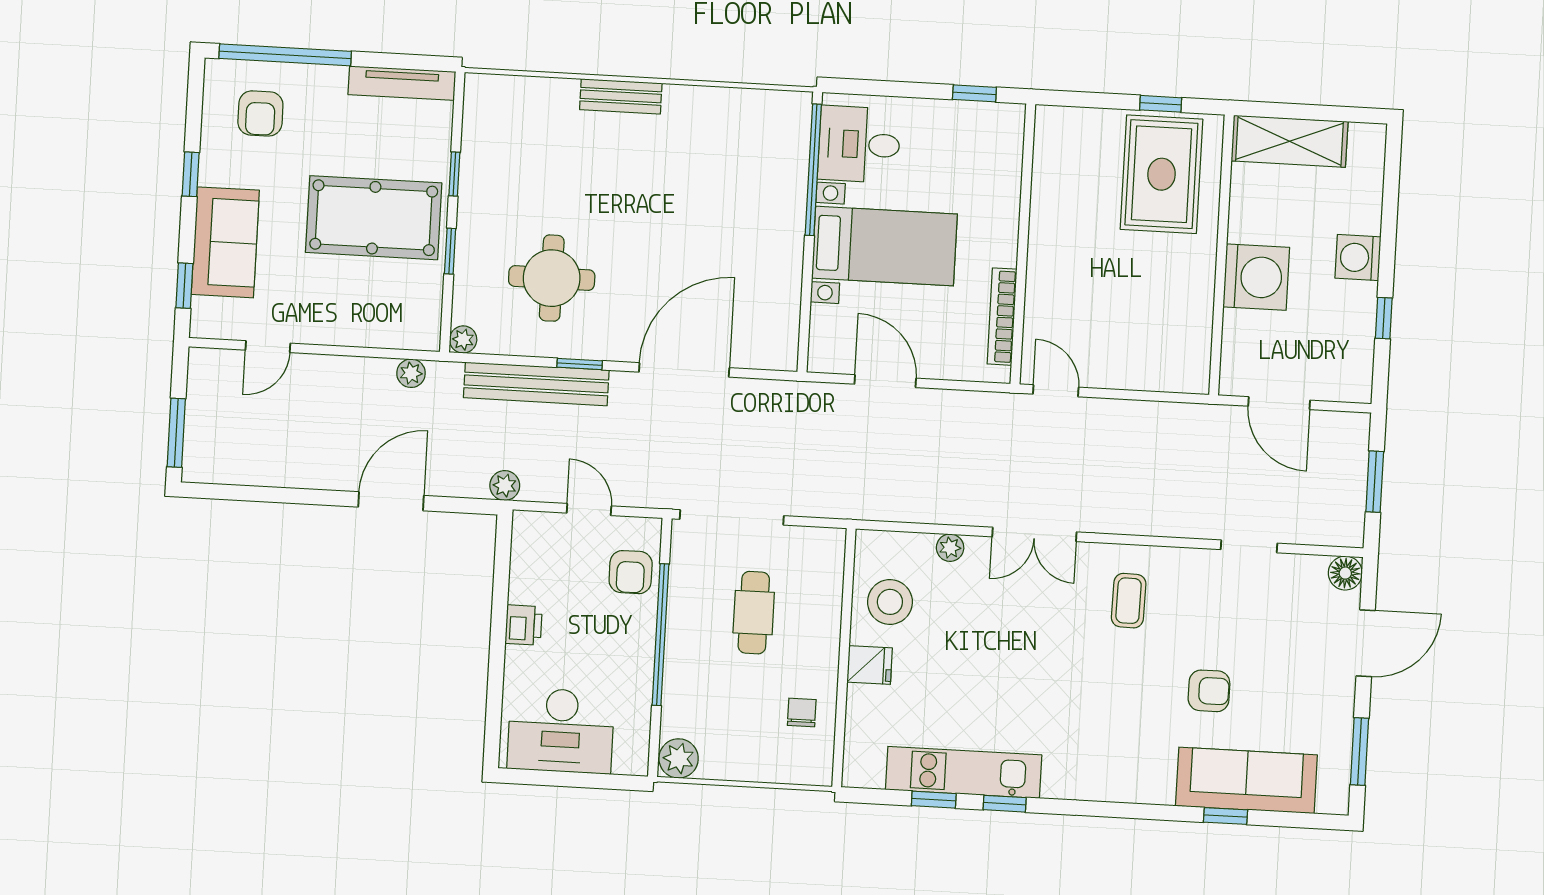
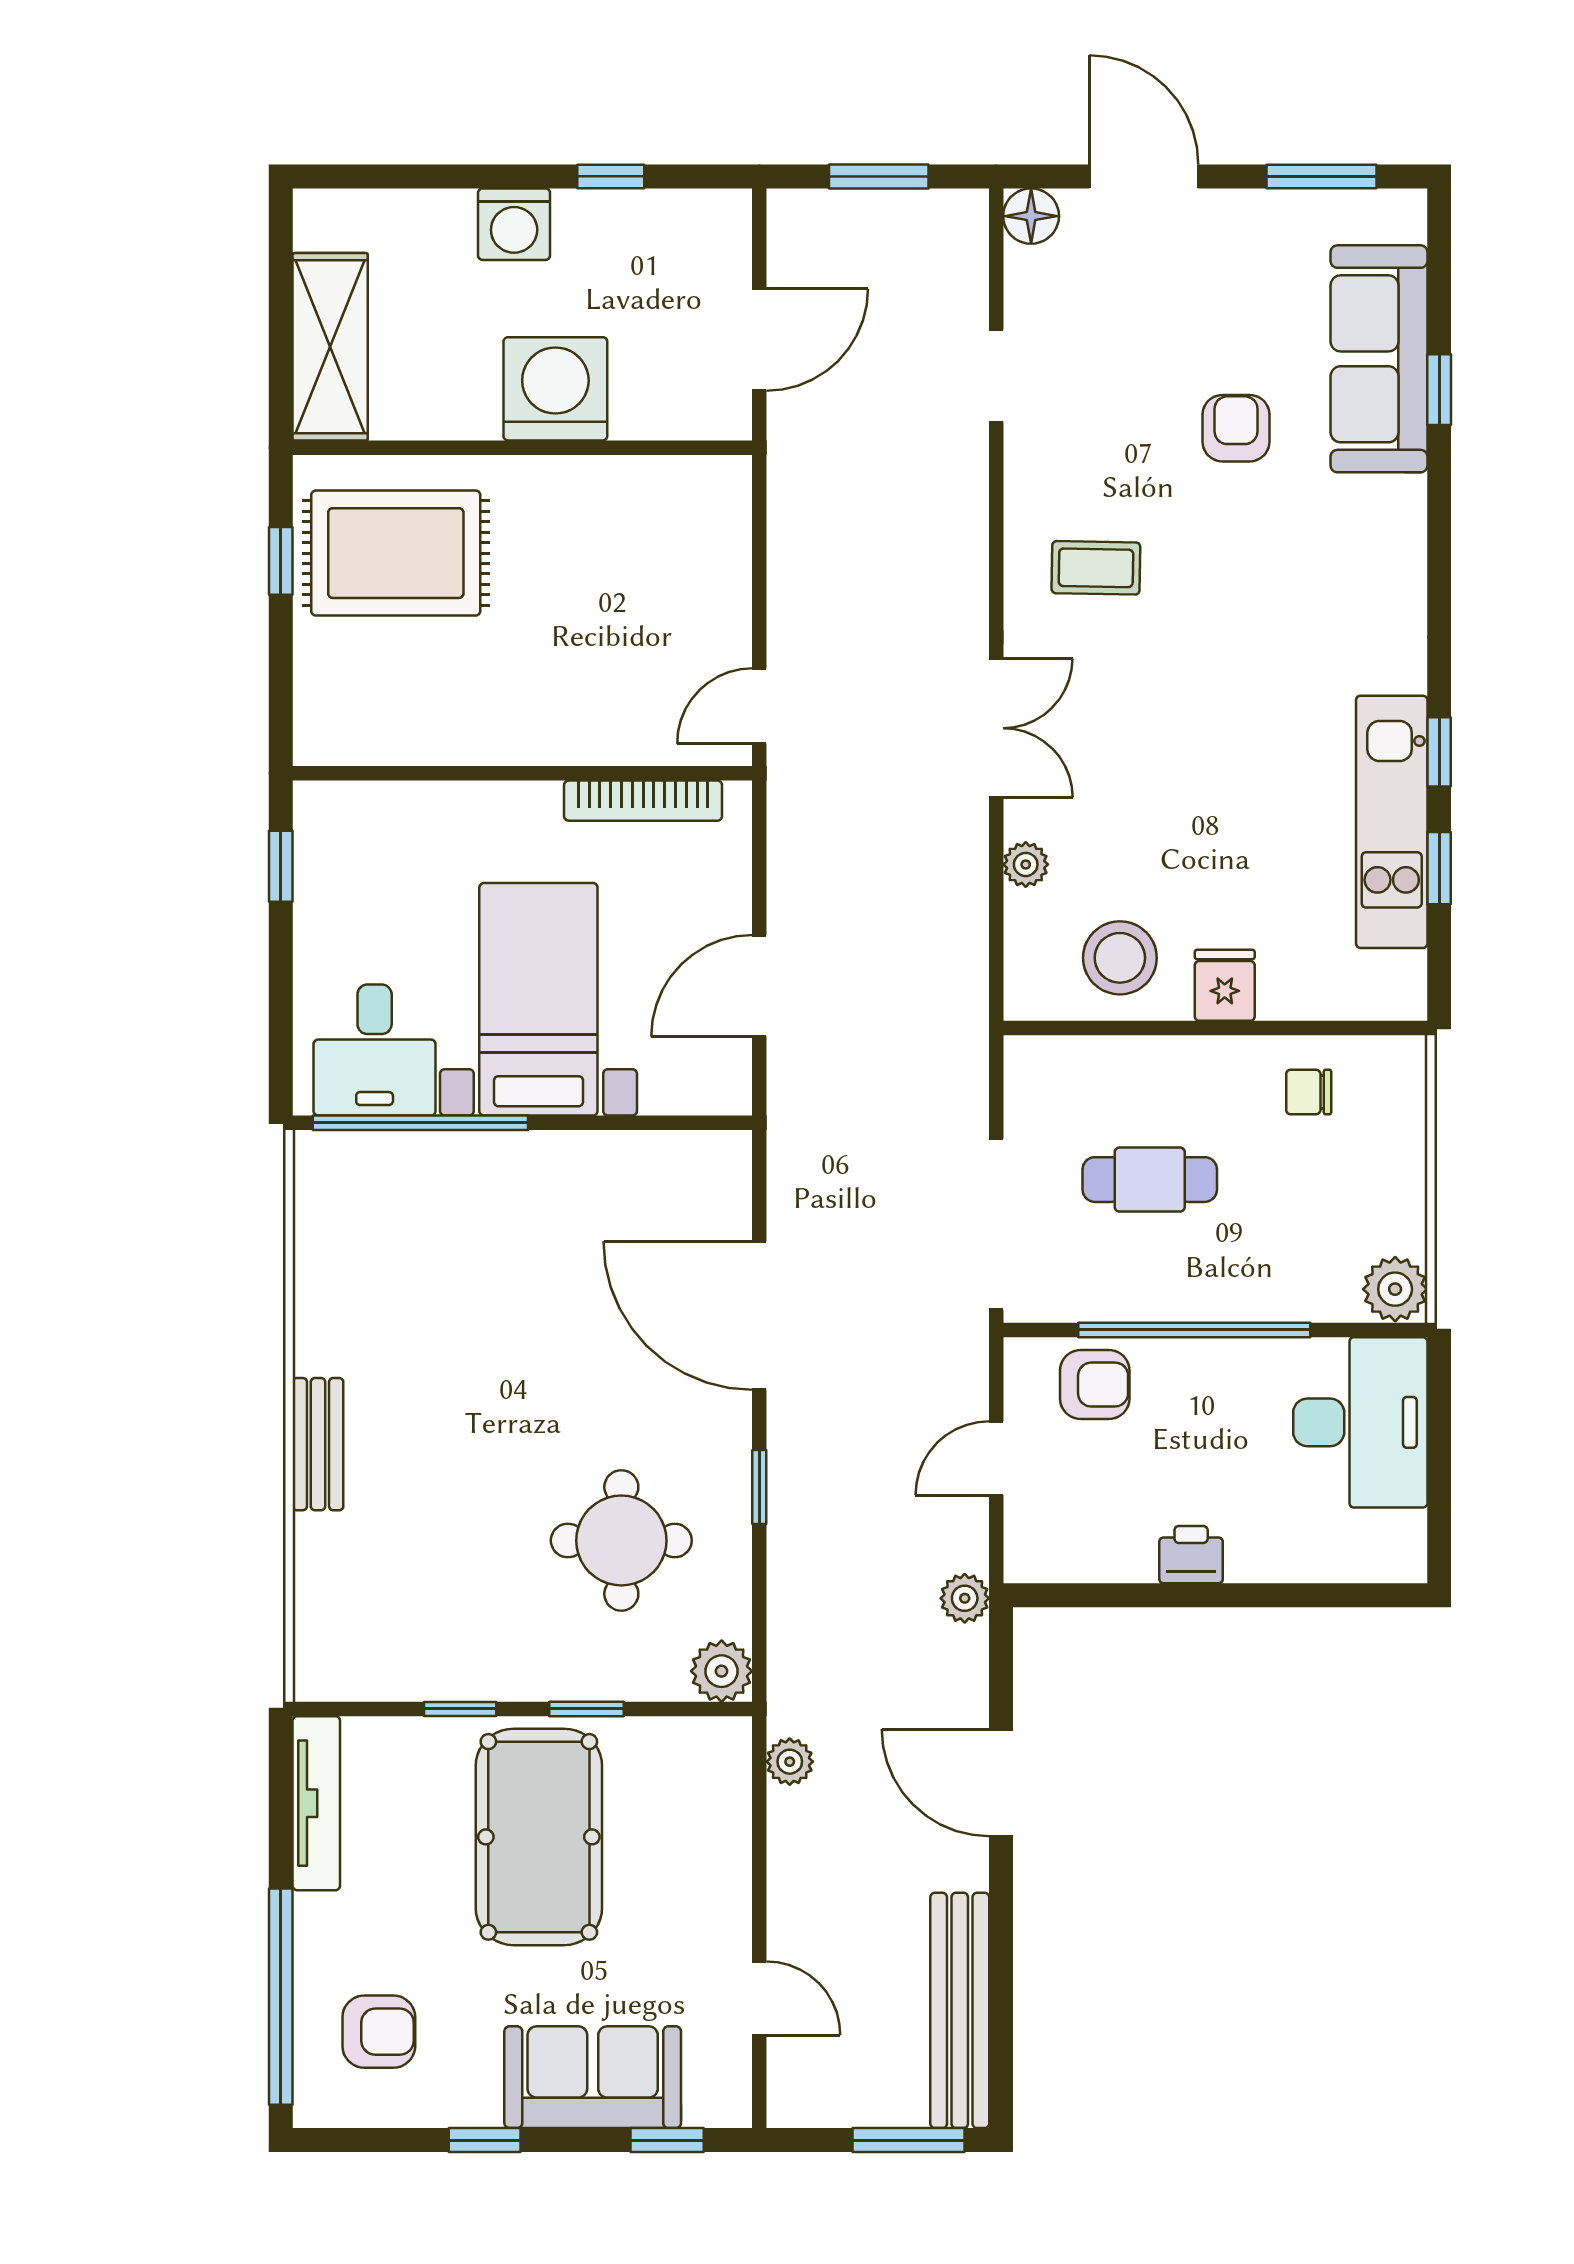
plant: (463, 340) -> (722, 1671), width x1.38, depth x1.38
bench: (536, 384) -> (960, 2010), moved
desk: (561, 731) -> (1360, 1422), moved

